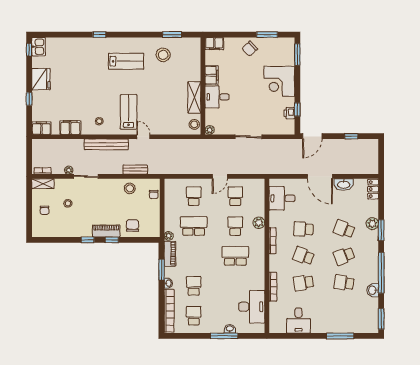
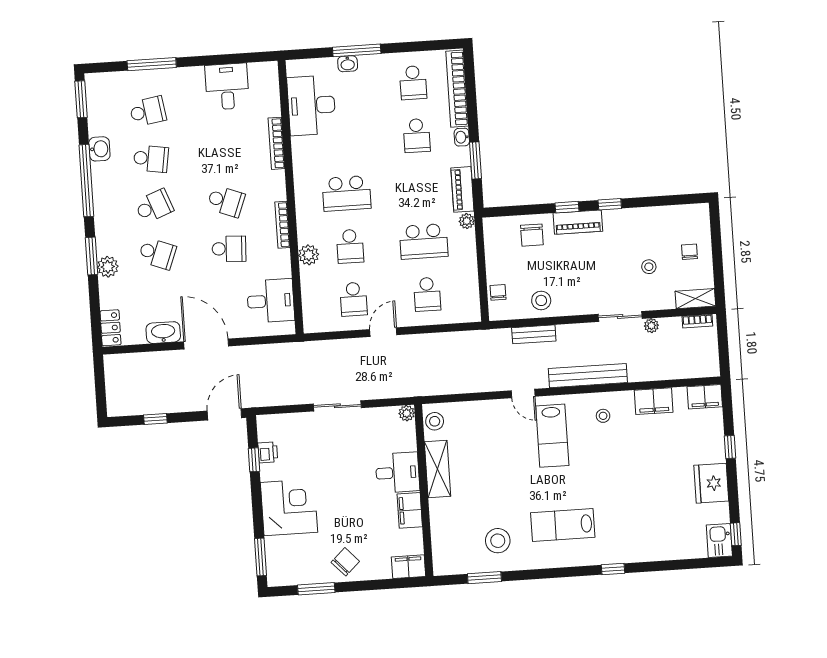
school desk: (303, 283) -> (148, 111), moved

